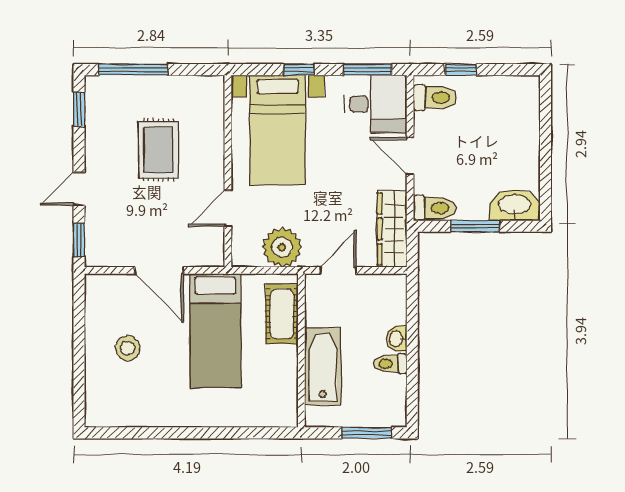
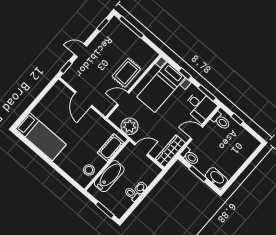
rug: (158, 150) -> (126, 73), moved
door: (410, 156) -> (197, 133), hinge flipped
bed: (215, 331) -> (41, 137), moved, turned -90
stool: (128, 348) -> (89, 170), moved

